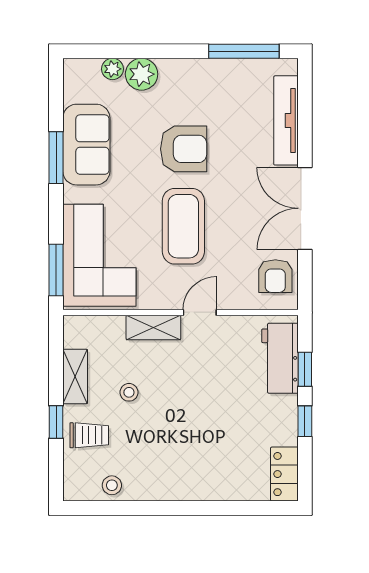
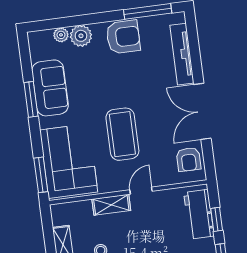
armchair: (184, 149) -> (123, 37), moved

